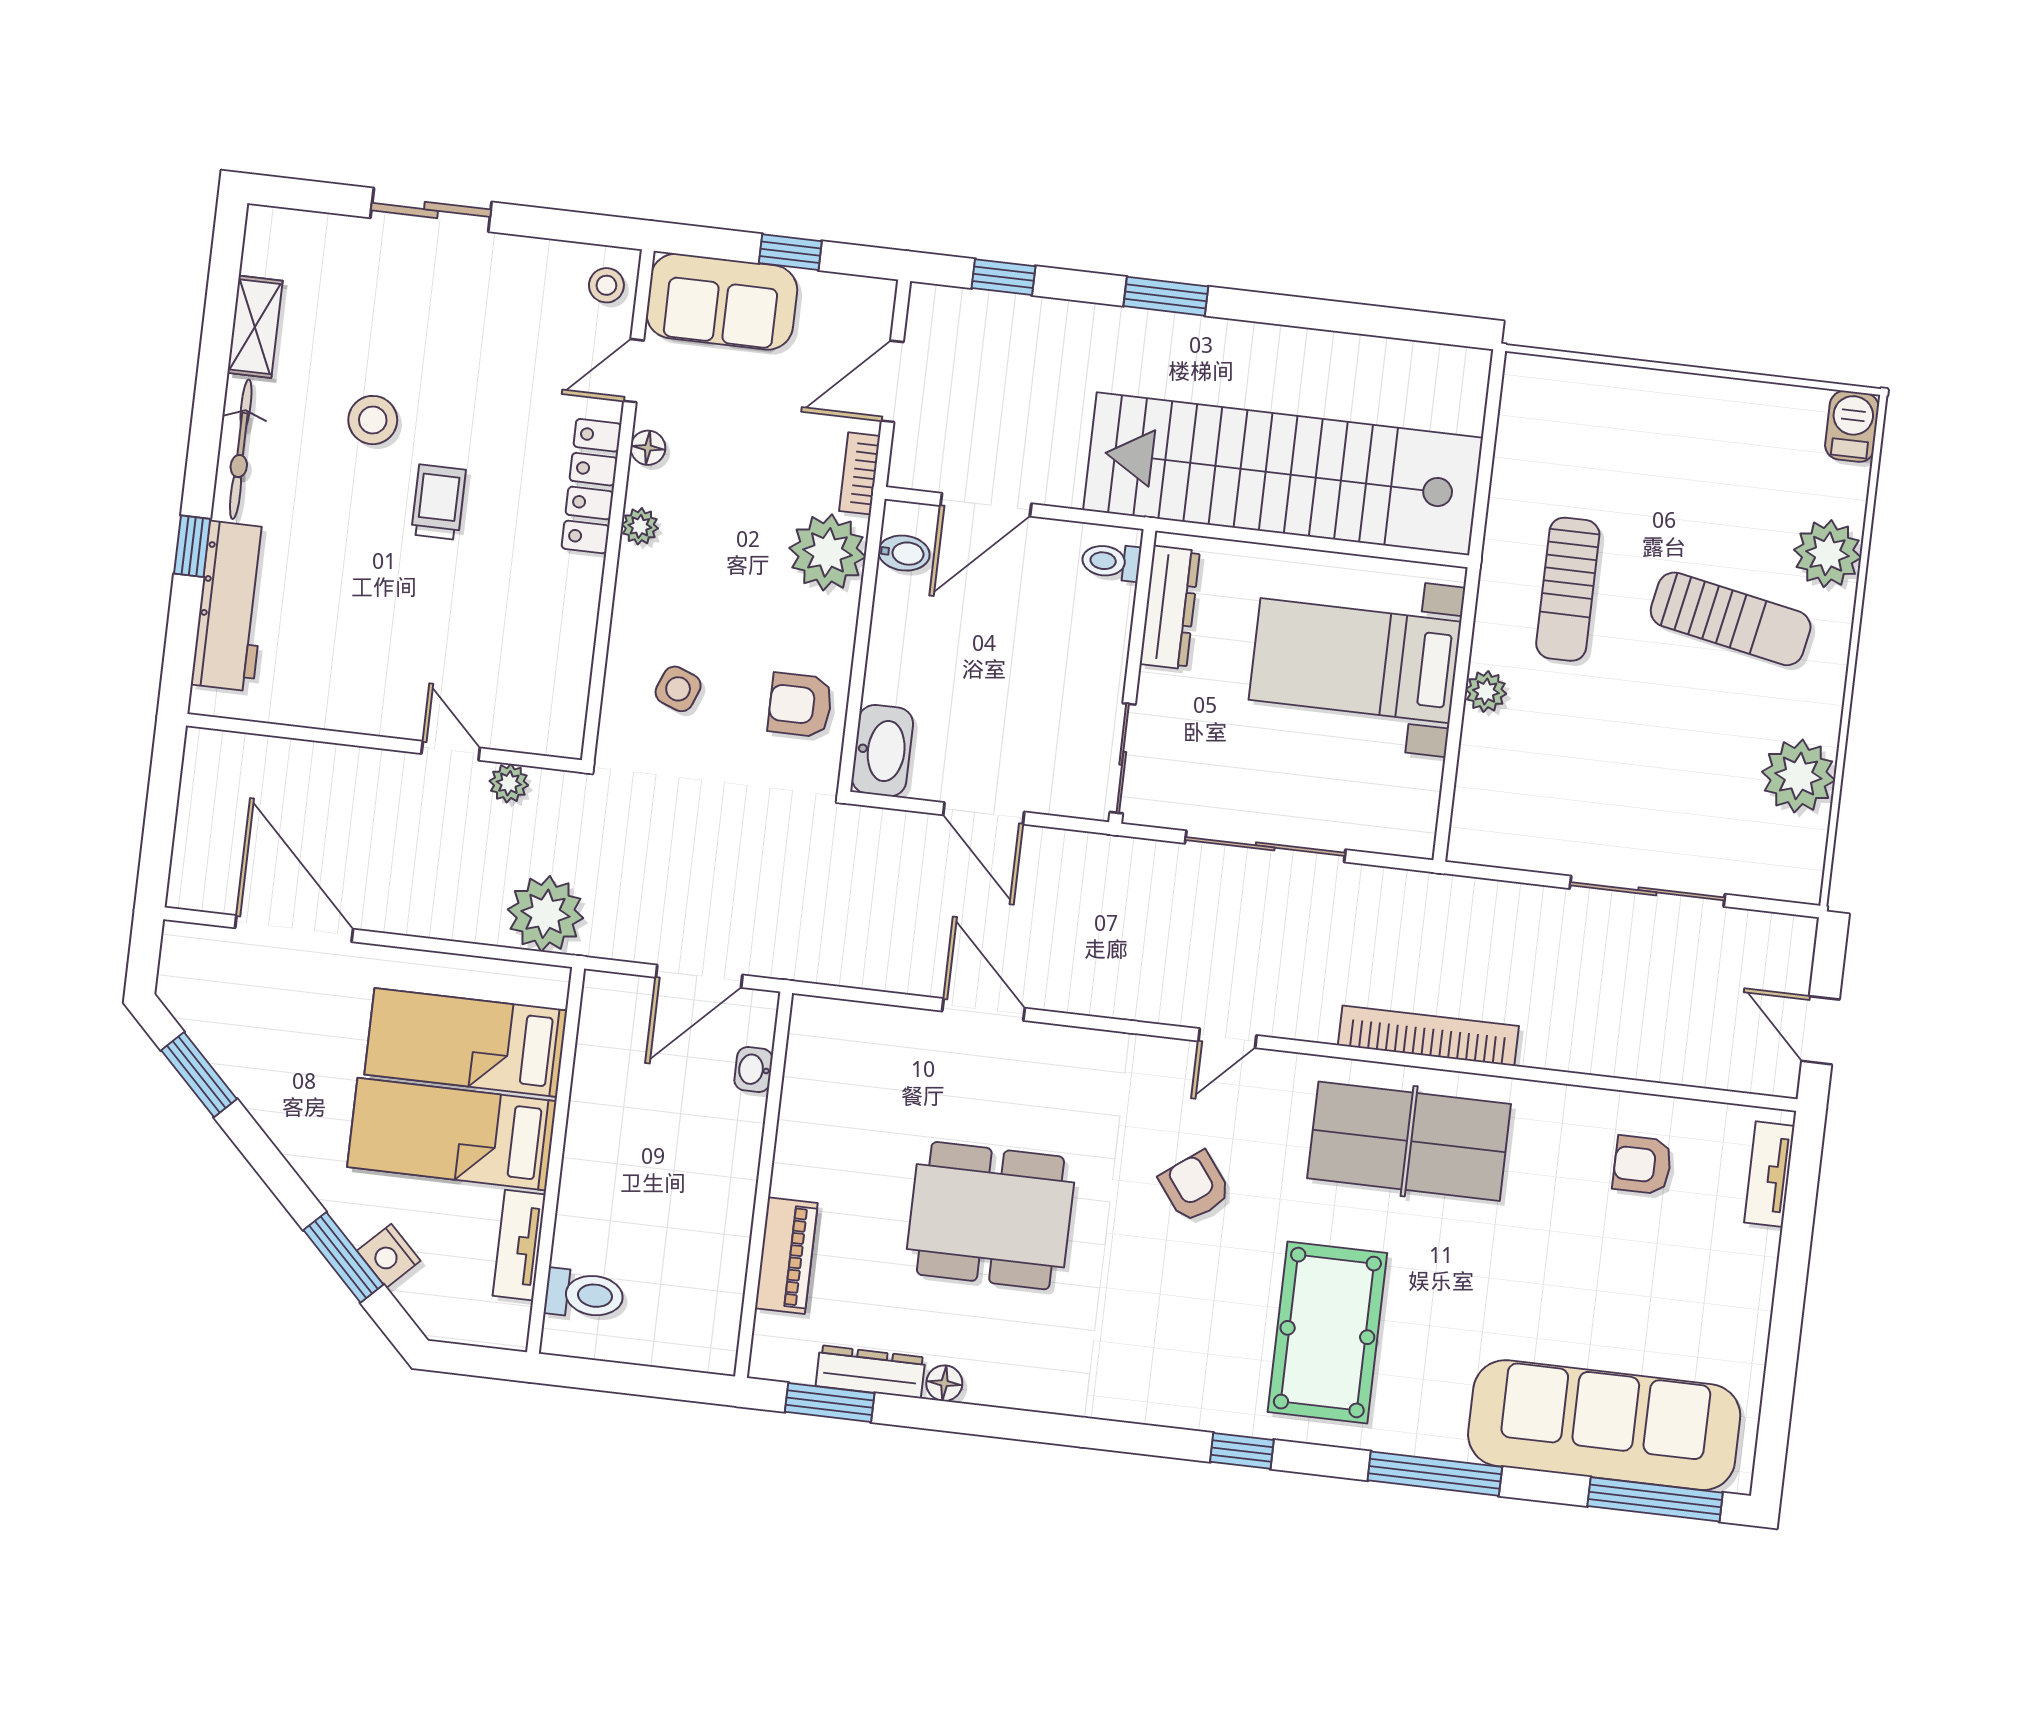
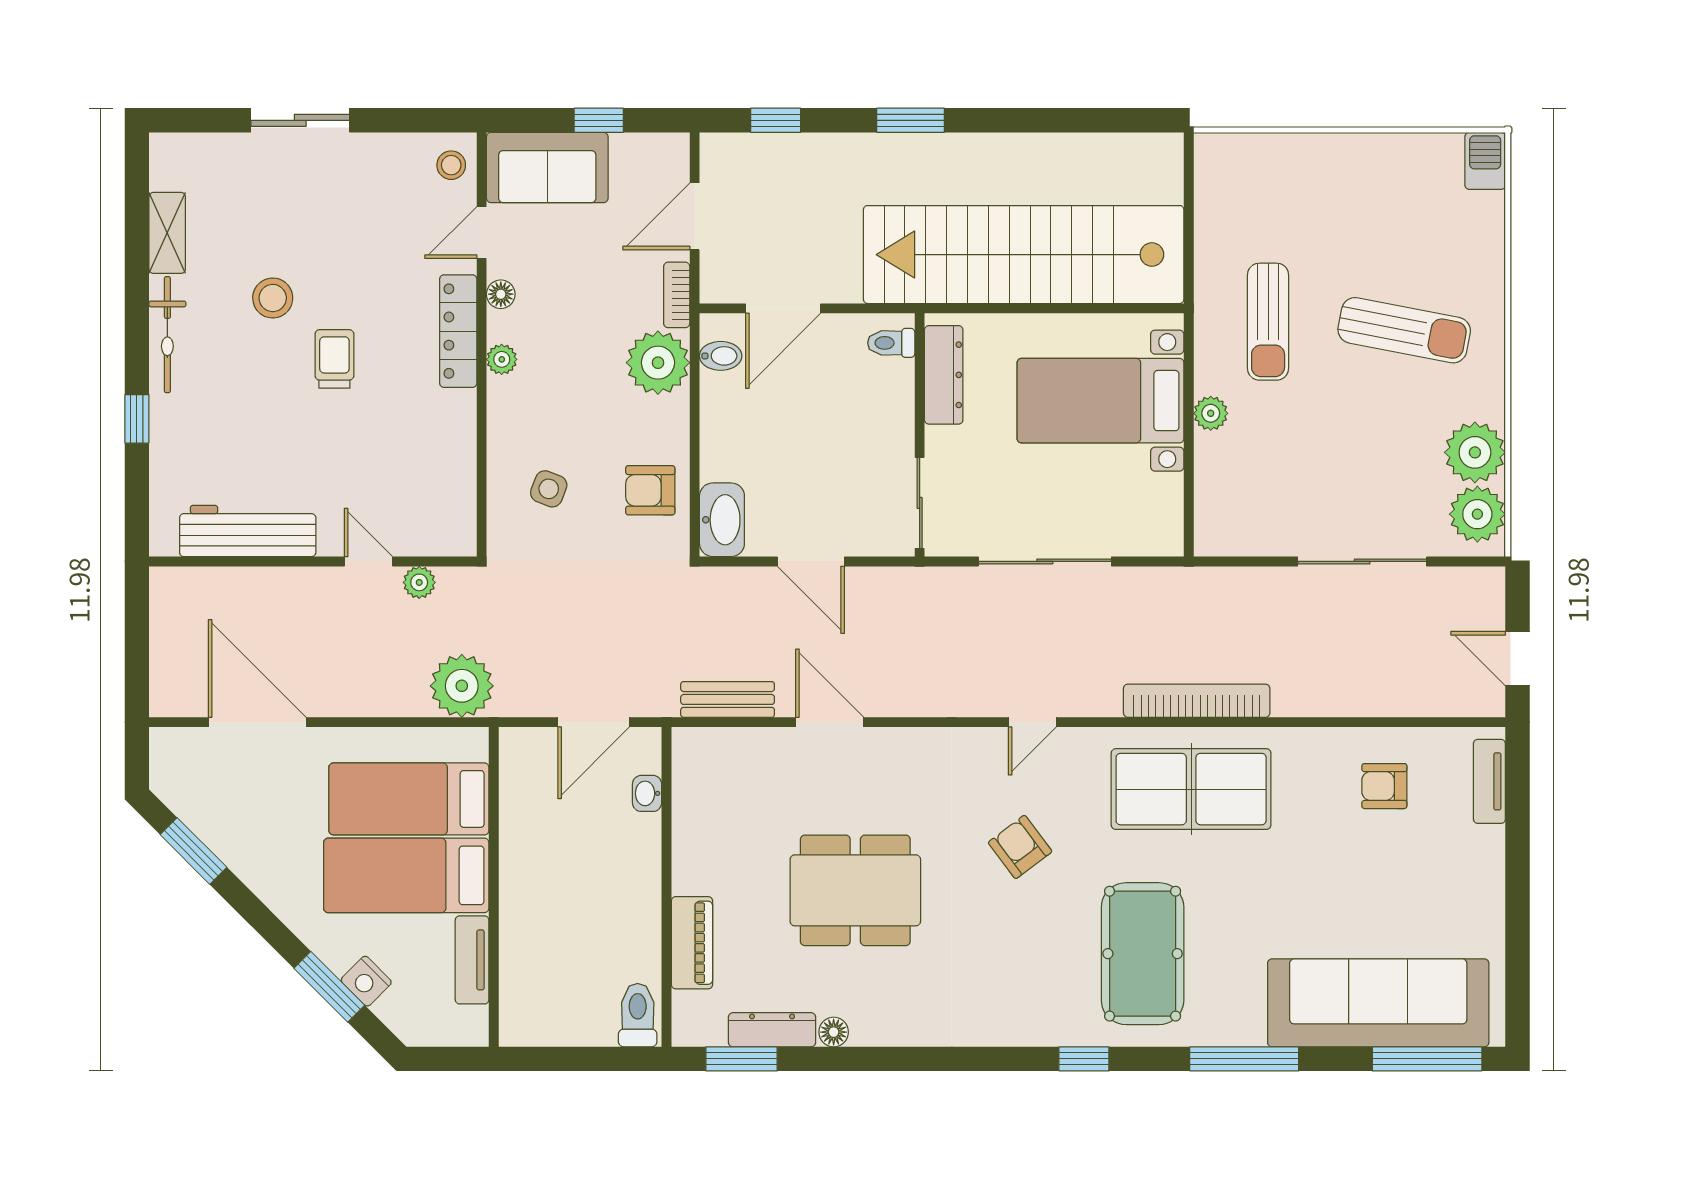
plant: (1828, 554) -> (1477, 514), moved
workbench: (231, 606) -> (248, 531), moved, turned -90
bench: (864, 968) -> (728, 699), added
toilet: (584, 1294) -> (638, 1015), moved, turned -90

